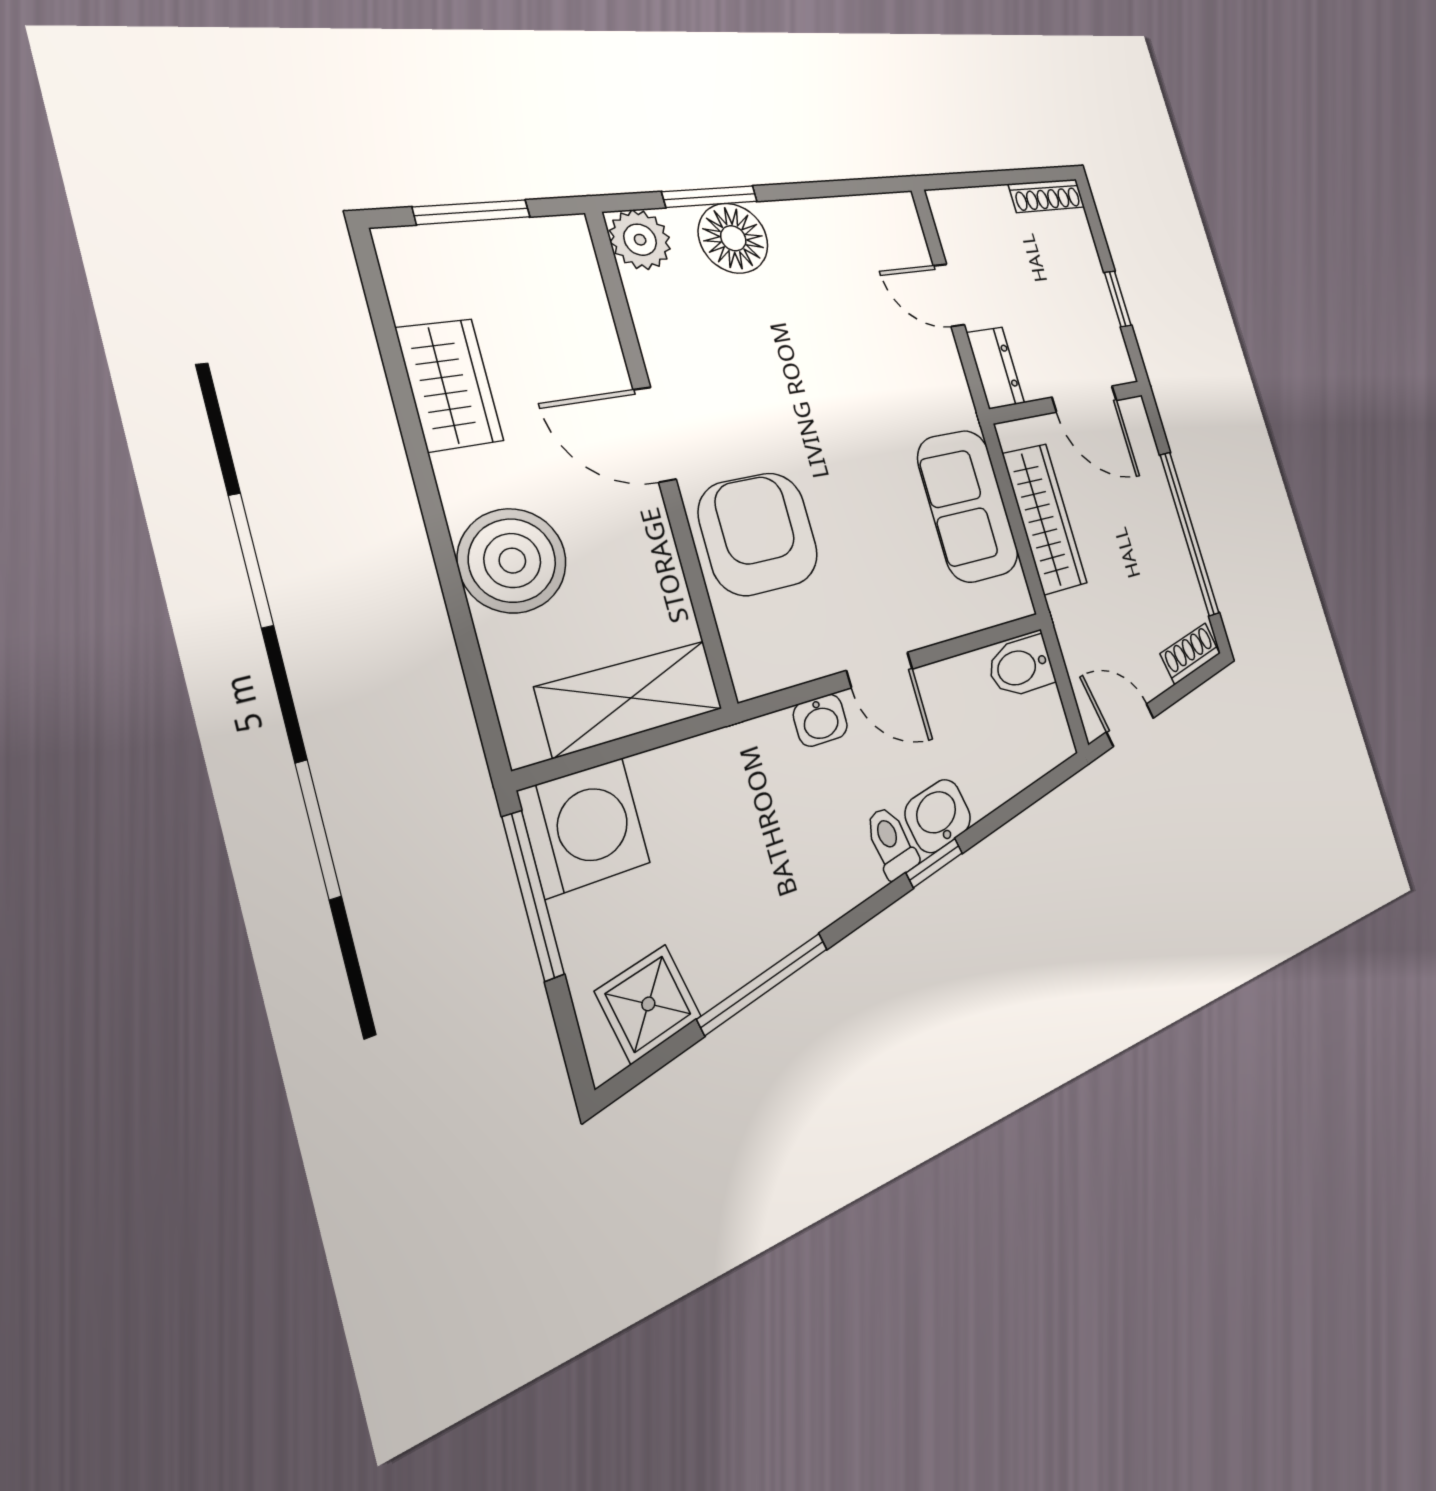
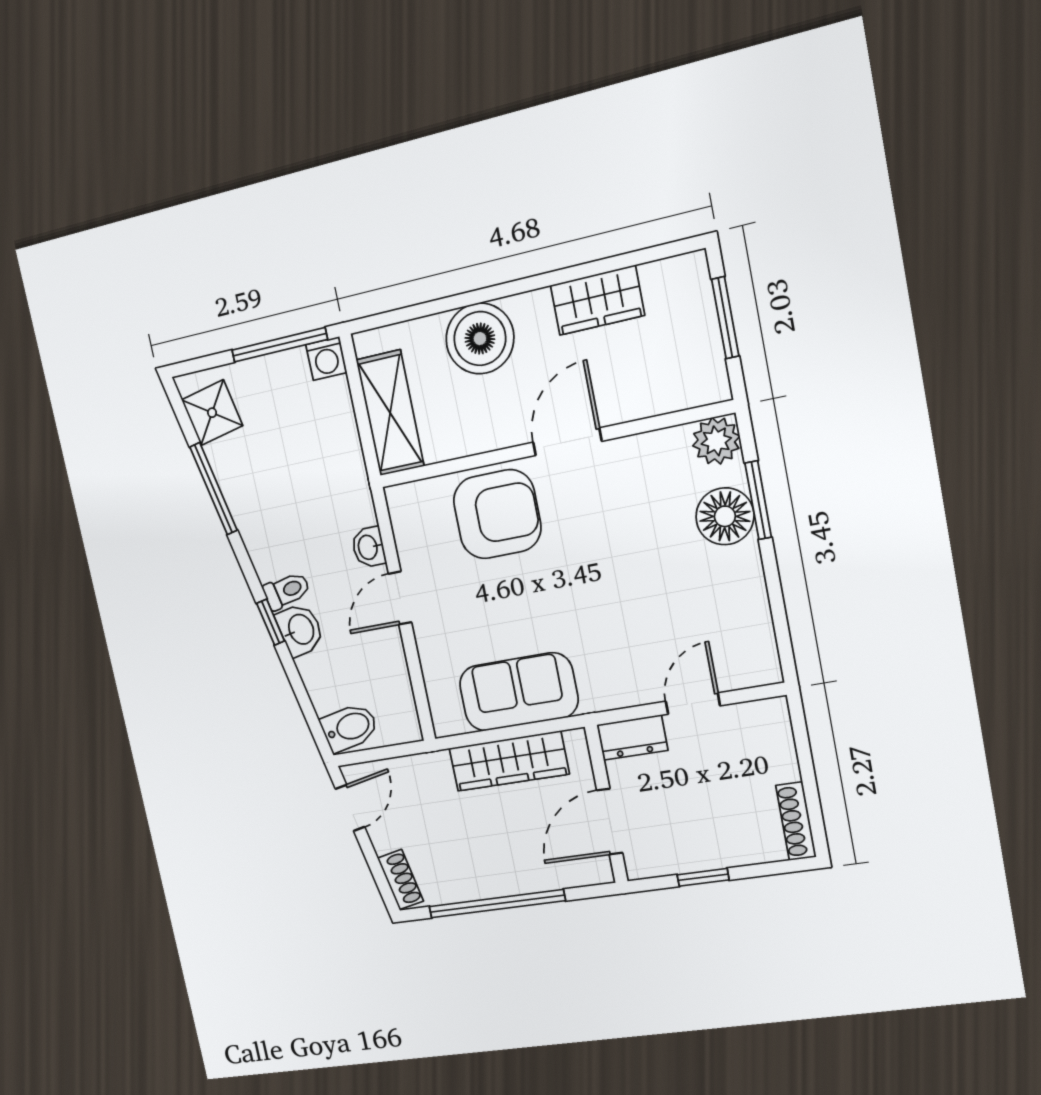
bidet: (1021, 667) -> (349, 727), moved, turned 78
washing machine: (584, 827) -> (326, 359), width x0.53, depth x0.53

